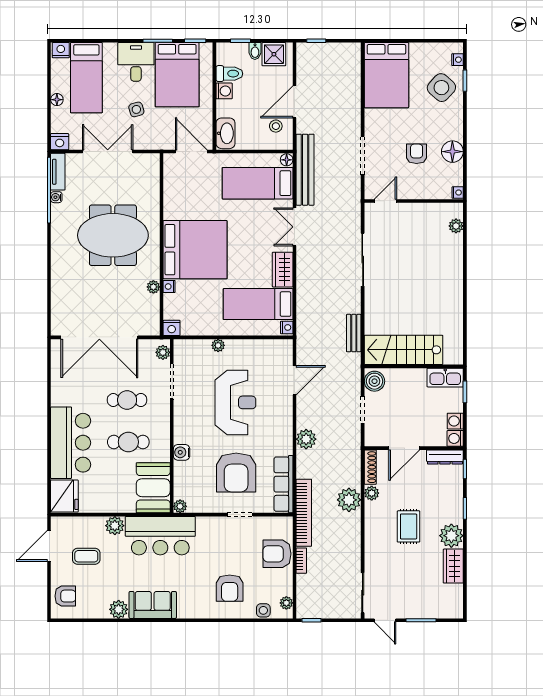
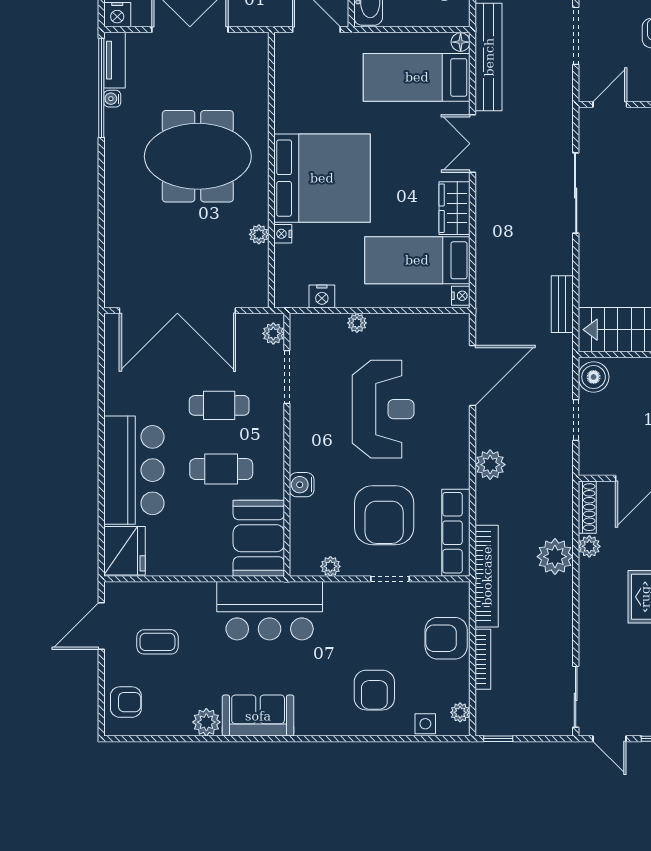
nightstand: (172, 328) -> (322, 296), moved
door: (294, 380) -> (473, 376), width x1.36
plant: (180, 506) -> (330, 566), moved
plant: (115, 526) -> (201, 596), removed
bookcase: (301, 561) -> (483, 659), width x1.56

